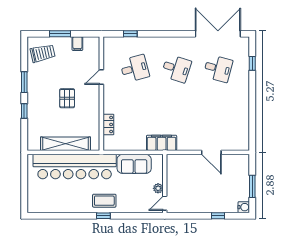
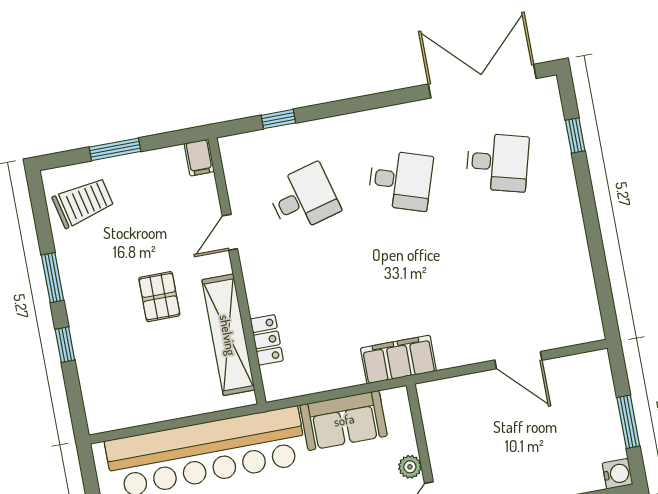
filing cabinet: (77, 44) -> (199, 158), moved
shelving: (65, 144) -> (228, 335), moved, turned 90

